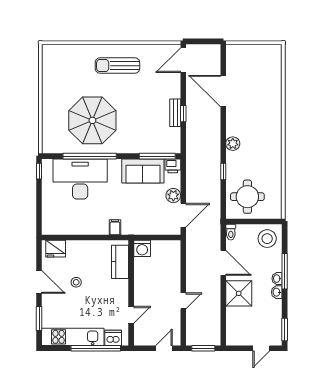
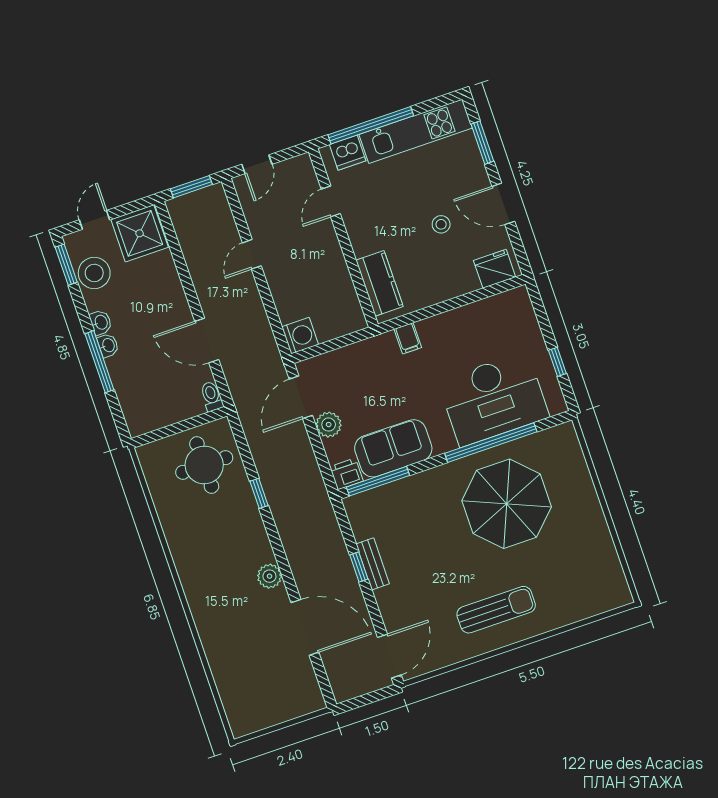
plant: (233, 144) -> (269, 576), moved
window: (39, 171) -> (557, 362), moved
stool: (267, 239) -> (94, 273), moved
washing machine: (142, 248) -> (300, 336), moved, turned 90
shower: (239, 293) -> (140, 233), moved

